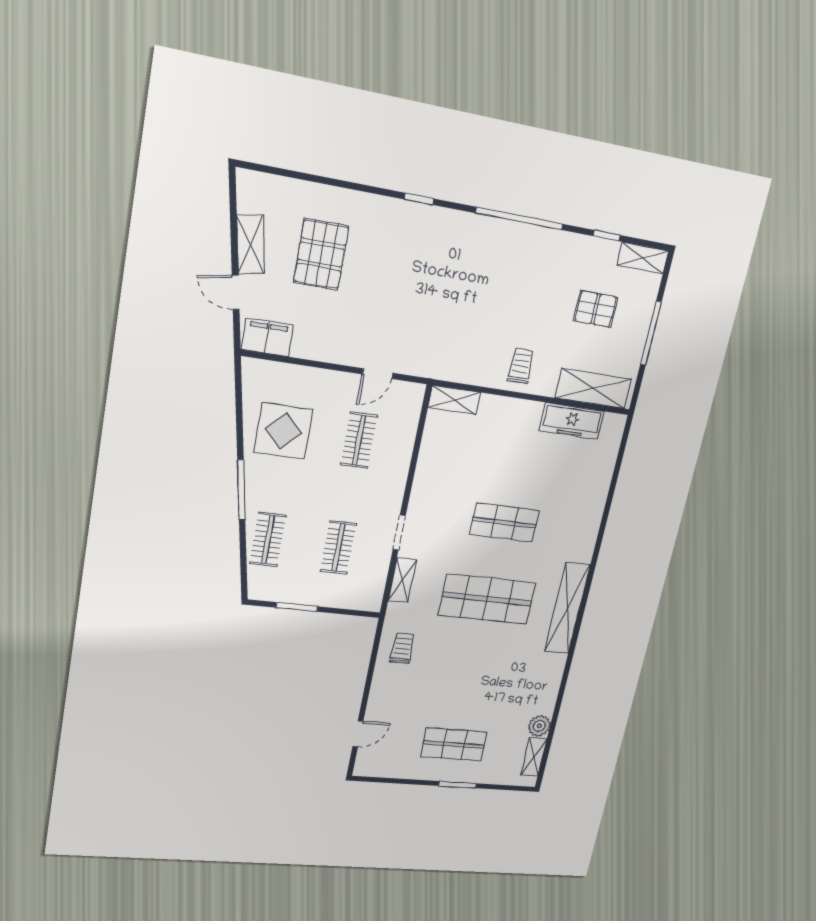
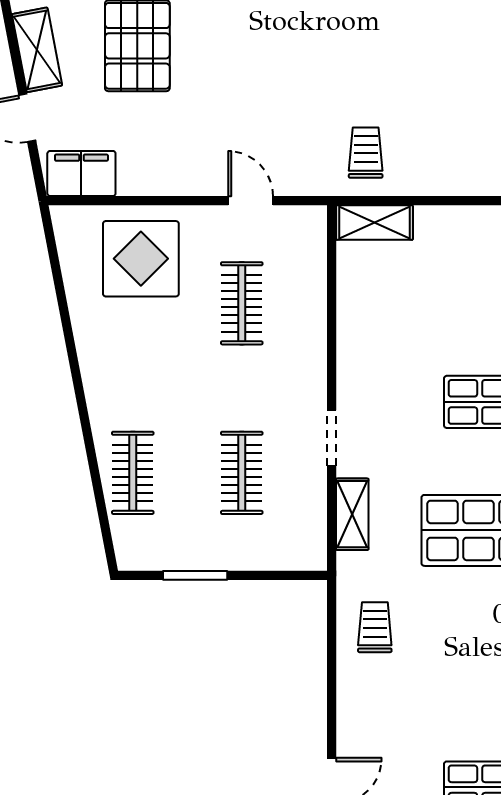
trolley: (521, 366) -> (366, 153), moved
door: (378, 374) -> (251, 201), swing flipped
display table: (283, 431) -> (141, 259), moved
window: (241, 490) -> (81, 402), removed

